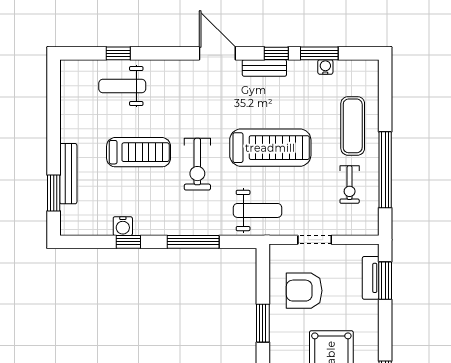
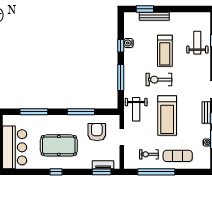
window: (263, 323) -> (81, 112), width x1.44

